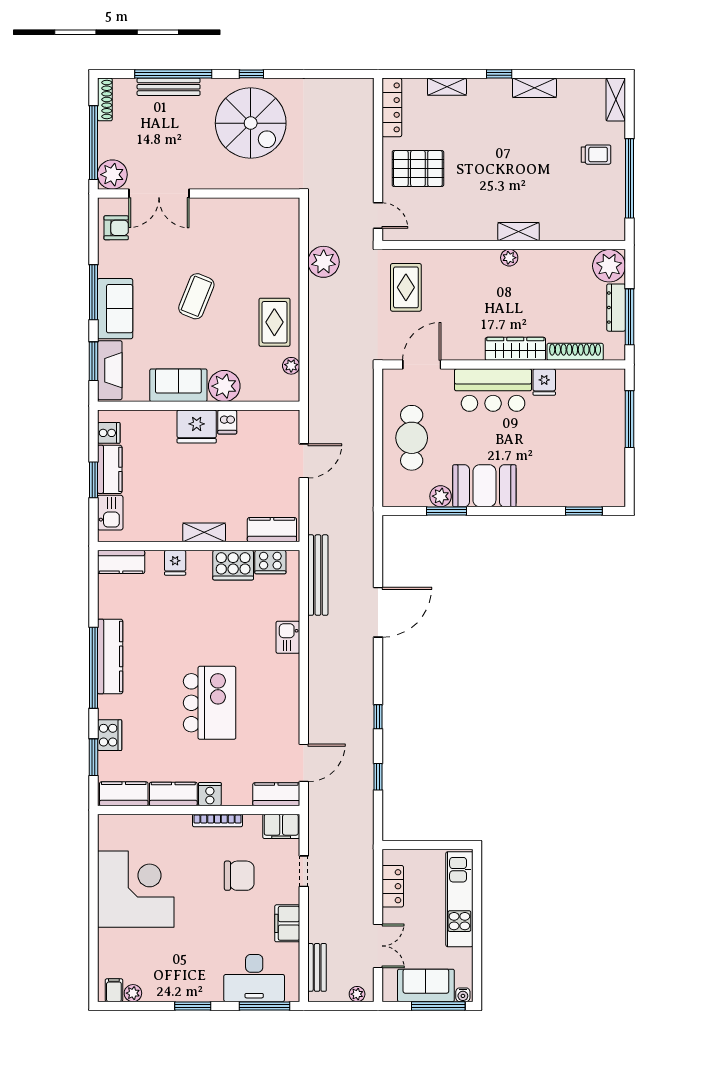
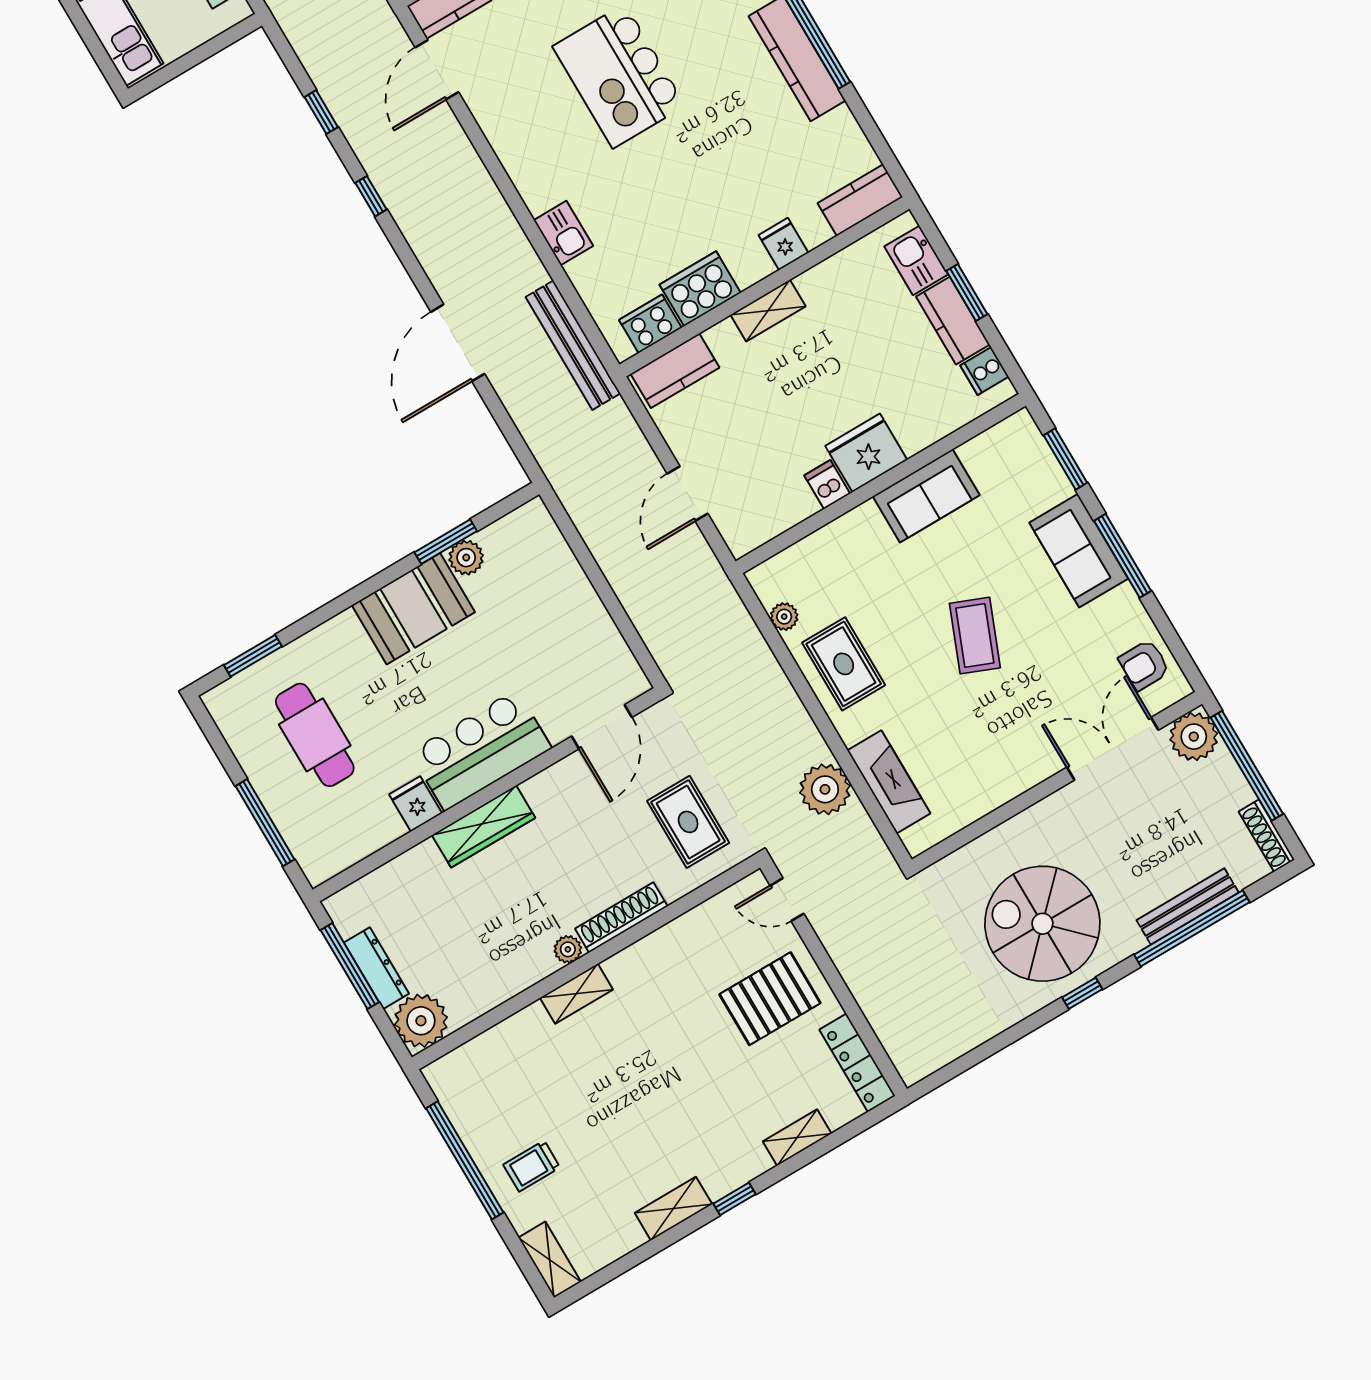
shoe rack: (575, 352) -> (621, 917), moved, turned 180
fireplace: (110, 370) -> (889, 782), moved, turned 180
plant: (224, 386) -> (861, 533), removed
cafe table: (412, 438) -> (315, 735), moved

